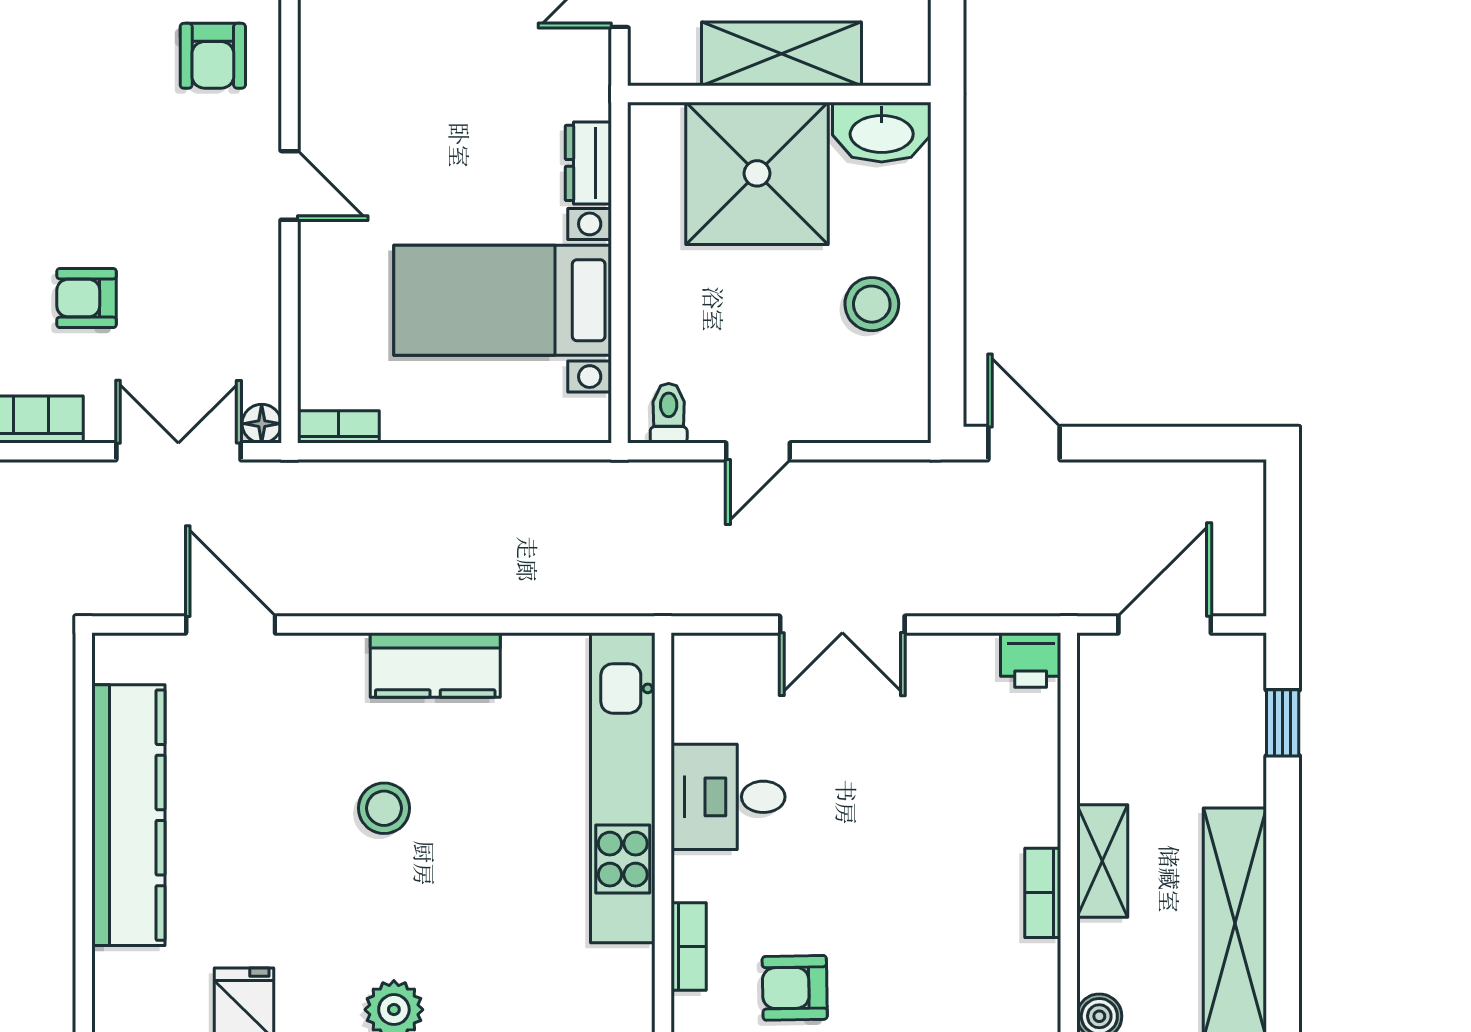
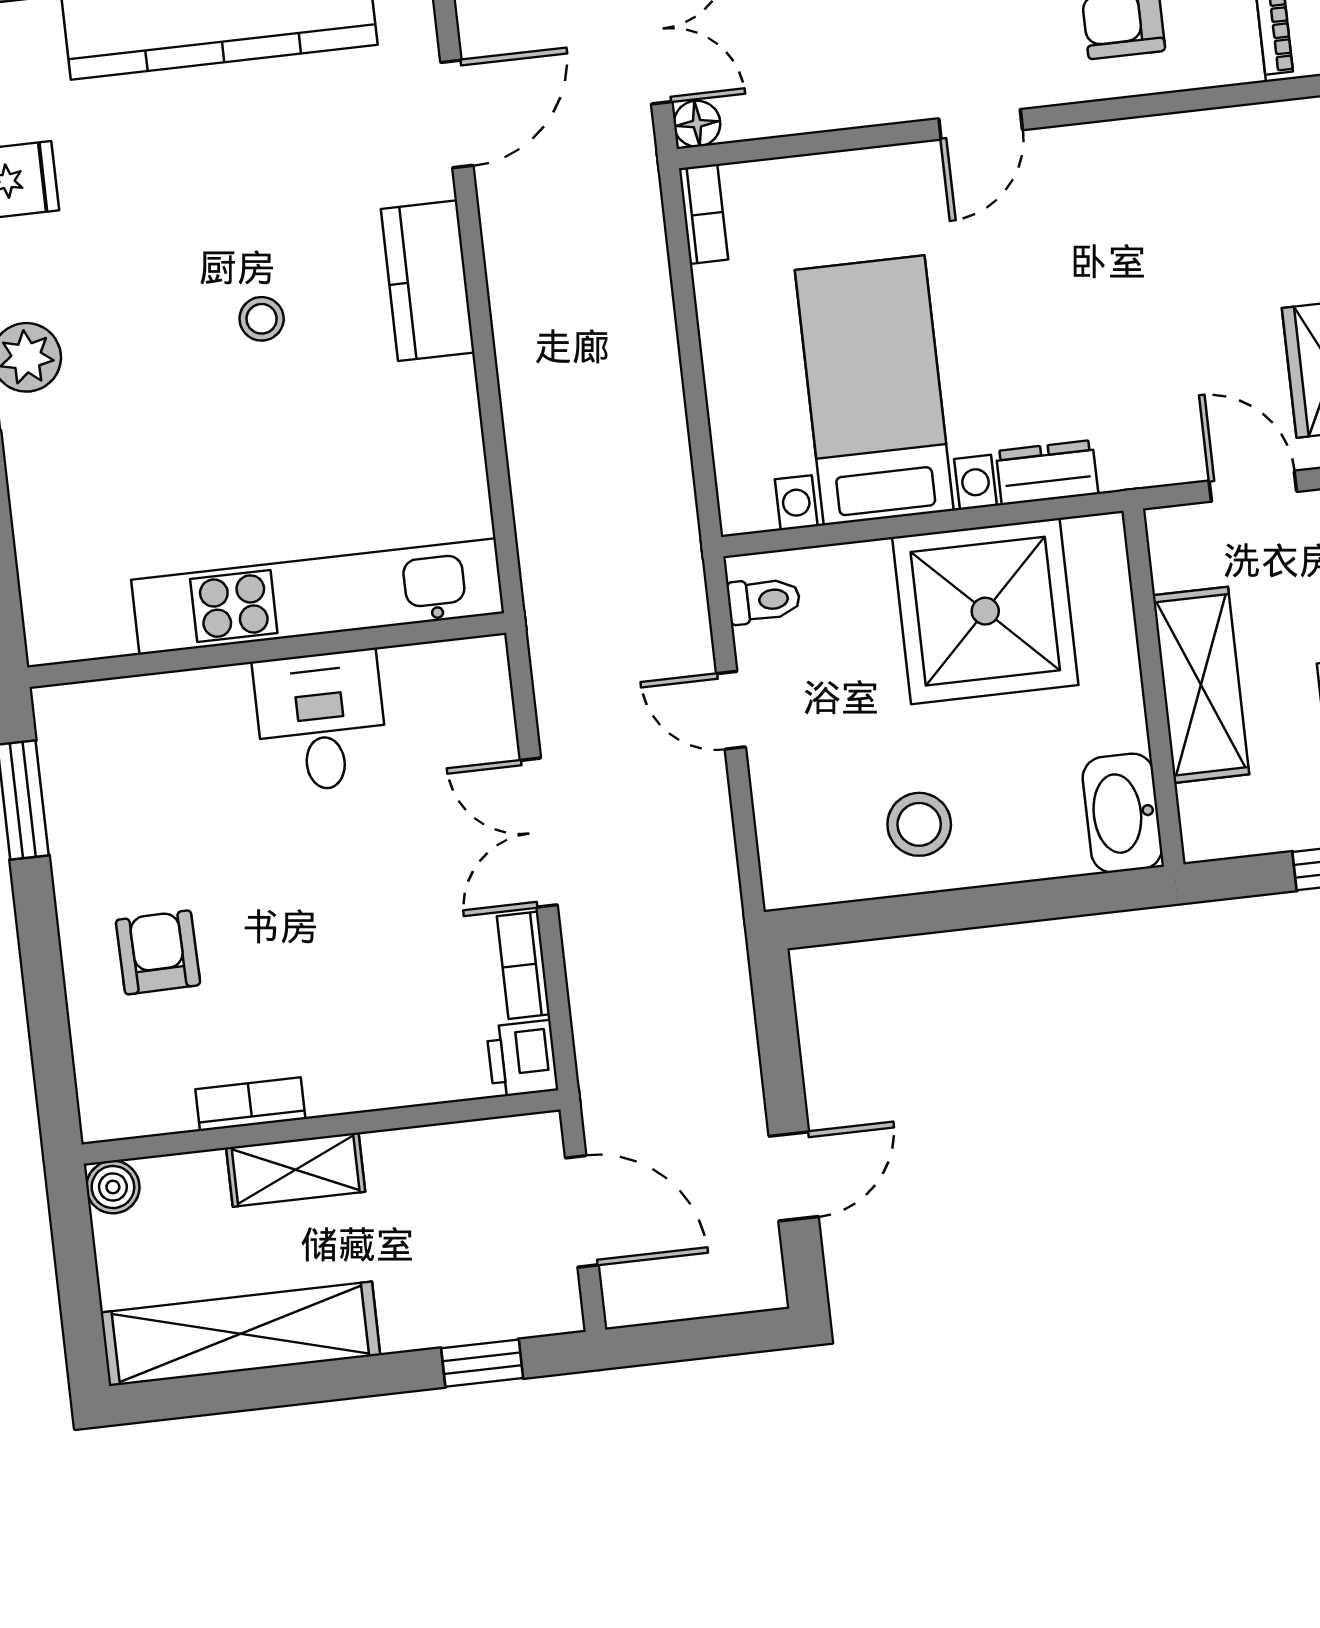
shower: (757, 173) -> (985, 611), moved
door: (1024, 443) -> (794, 1176), moved
kitchen counter: (435, 665) -> (428, 281), moved
stool: (384, 808) -> (262, 319), width x0.73, depth x0.73
bookcase: (689, 947) -> (523, 965), moved, turned 90
armchair: (795, 988) -> (158, 952), moved

